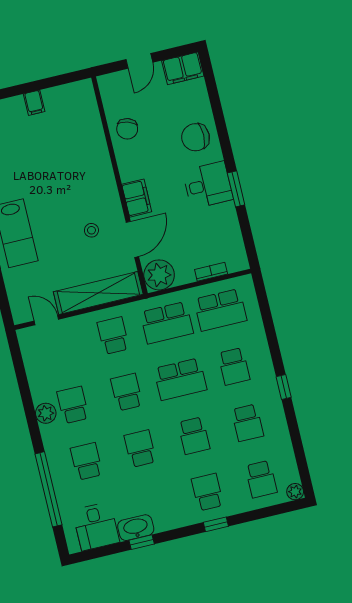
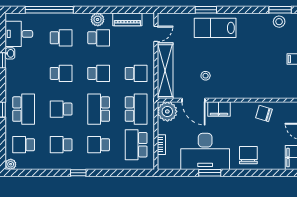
desk: (208, 185) -> (205, 151), width x1.87, depth x1.30
school desk: (167, 323) -> (136, 109), turned 180
piano: (35, 368) -> (127, 19), added
school desk: (207, 492) -> (24, 109), width x1.85
washbasin: (136, 528) -> (10, 53), width x0.52, depth x0.69

